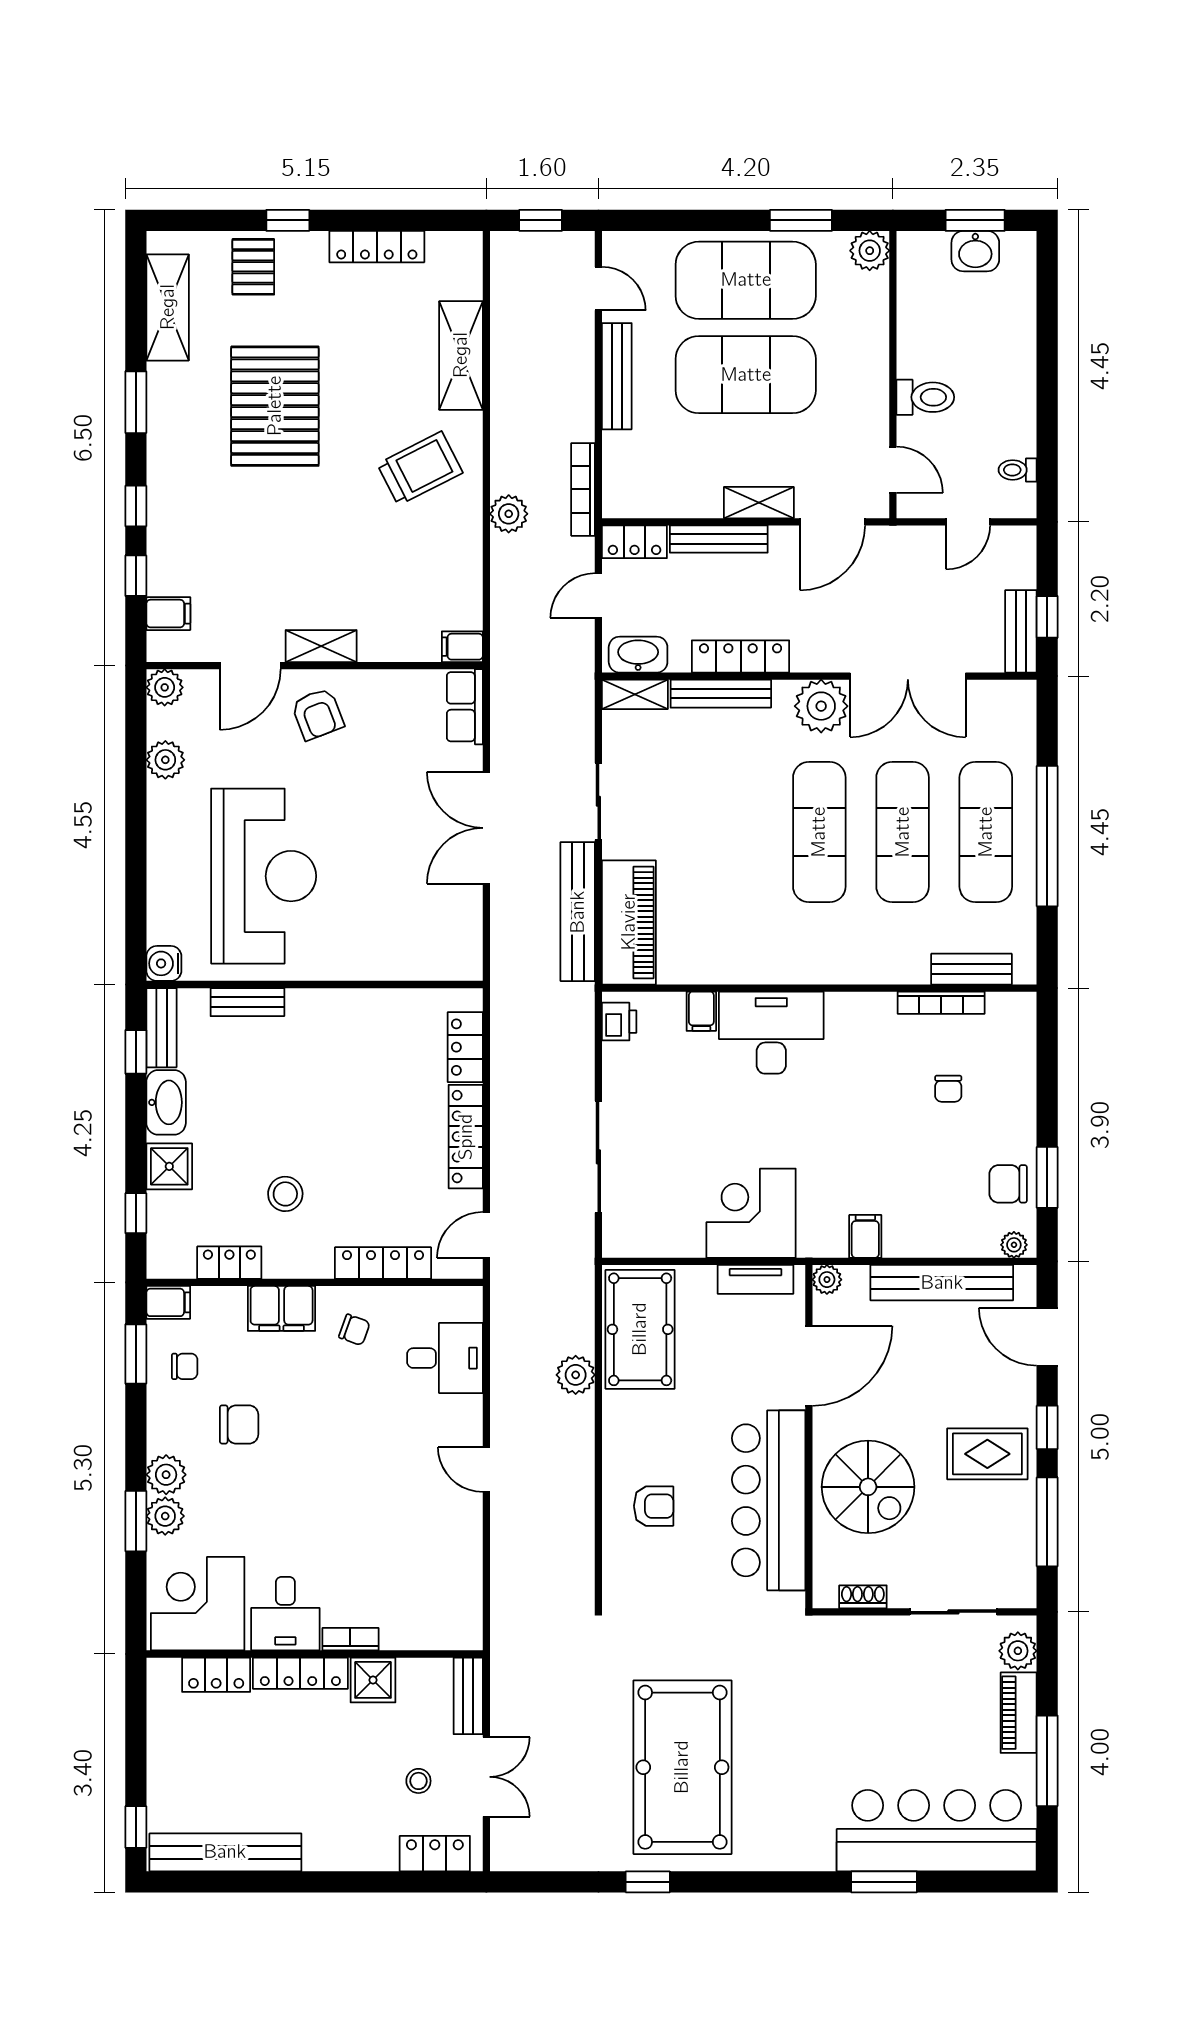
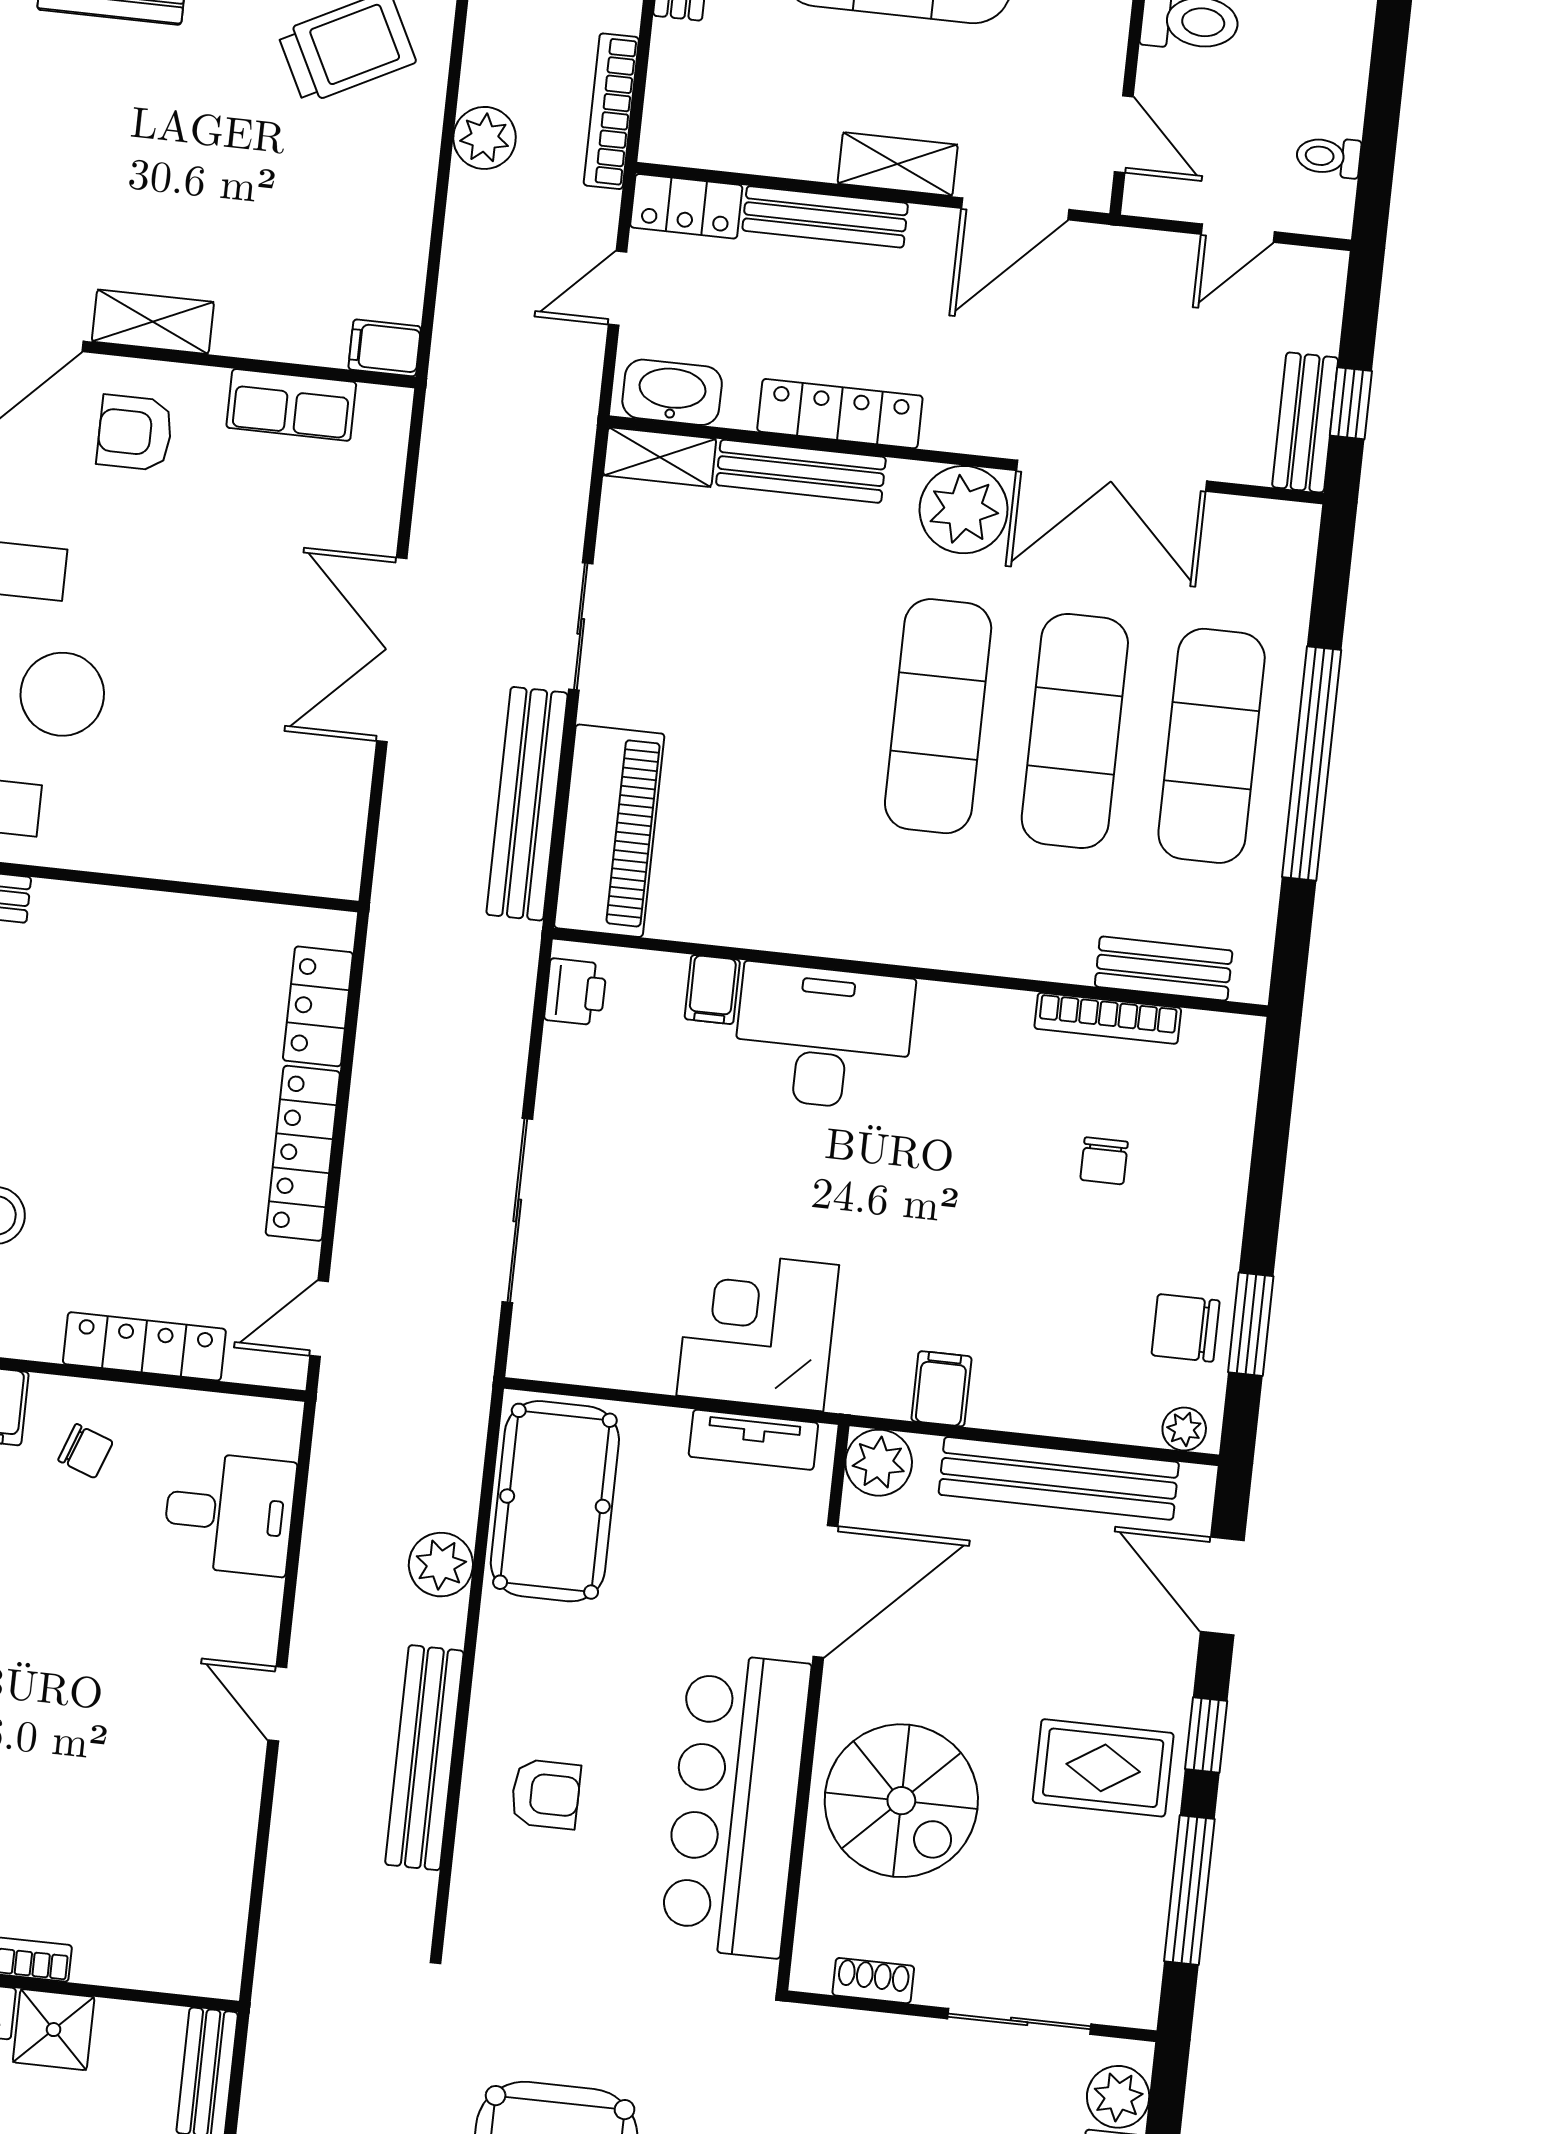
row of seats: (465, 707) -> (291, 405), moved, turned -90
armchair: (318, 714) -> (135, 433), turned 111
plant: (827, 1280) -> (879, 1463), width x1.38, depth x1.38
bench: (578, 1492) -> (424, 1758), added

